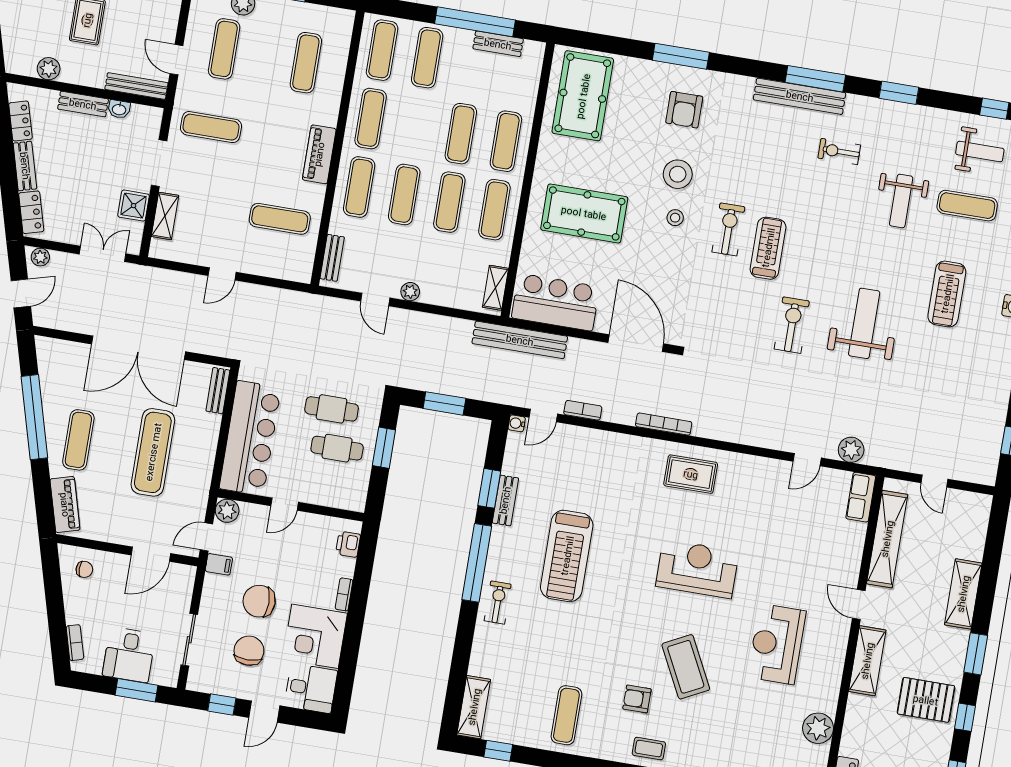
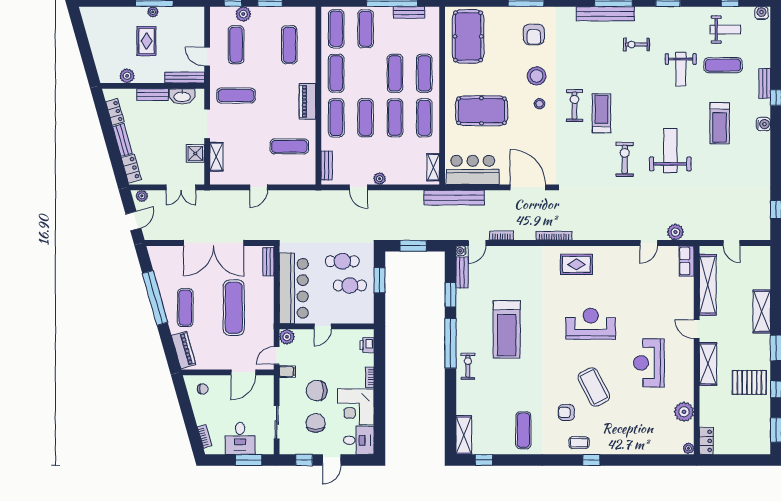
washbasin: (119, 109) -> (182, 96), width x1.91, depth x1.45
double door: (103, 254) -> (181, 187), swing flipped
bench: (505, 500) -> (462, 272), moved

